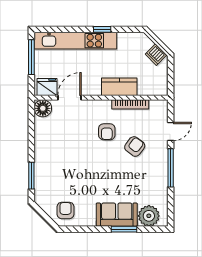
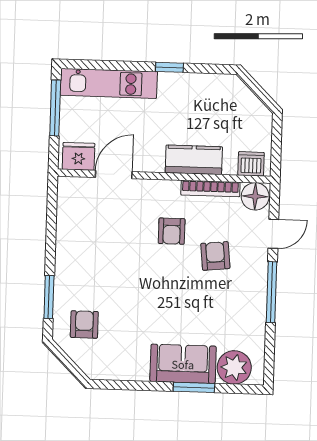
kitchen unit: (75, 41) -> (109, 83), width x0.73
dishwasher: (156, 55) -> (251, 164), moved, turned 135
floor lamp: (43, 108) -> (255, 196), moved
armchair: (135, 146) -> (215, 256), turned -43
armchair: (66, 210) -> (84, 324), moved

